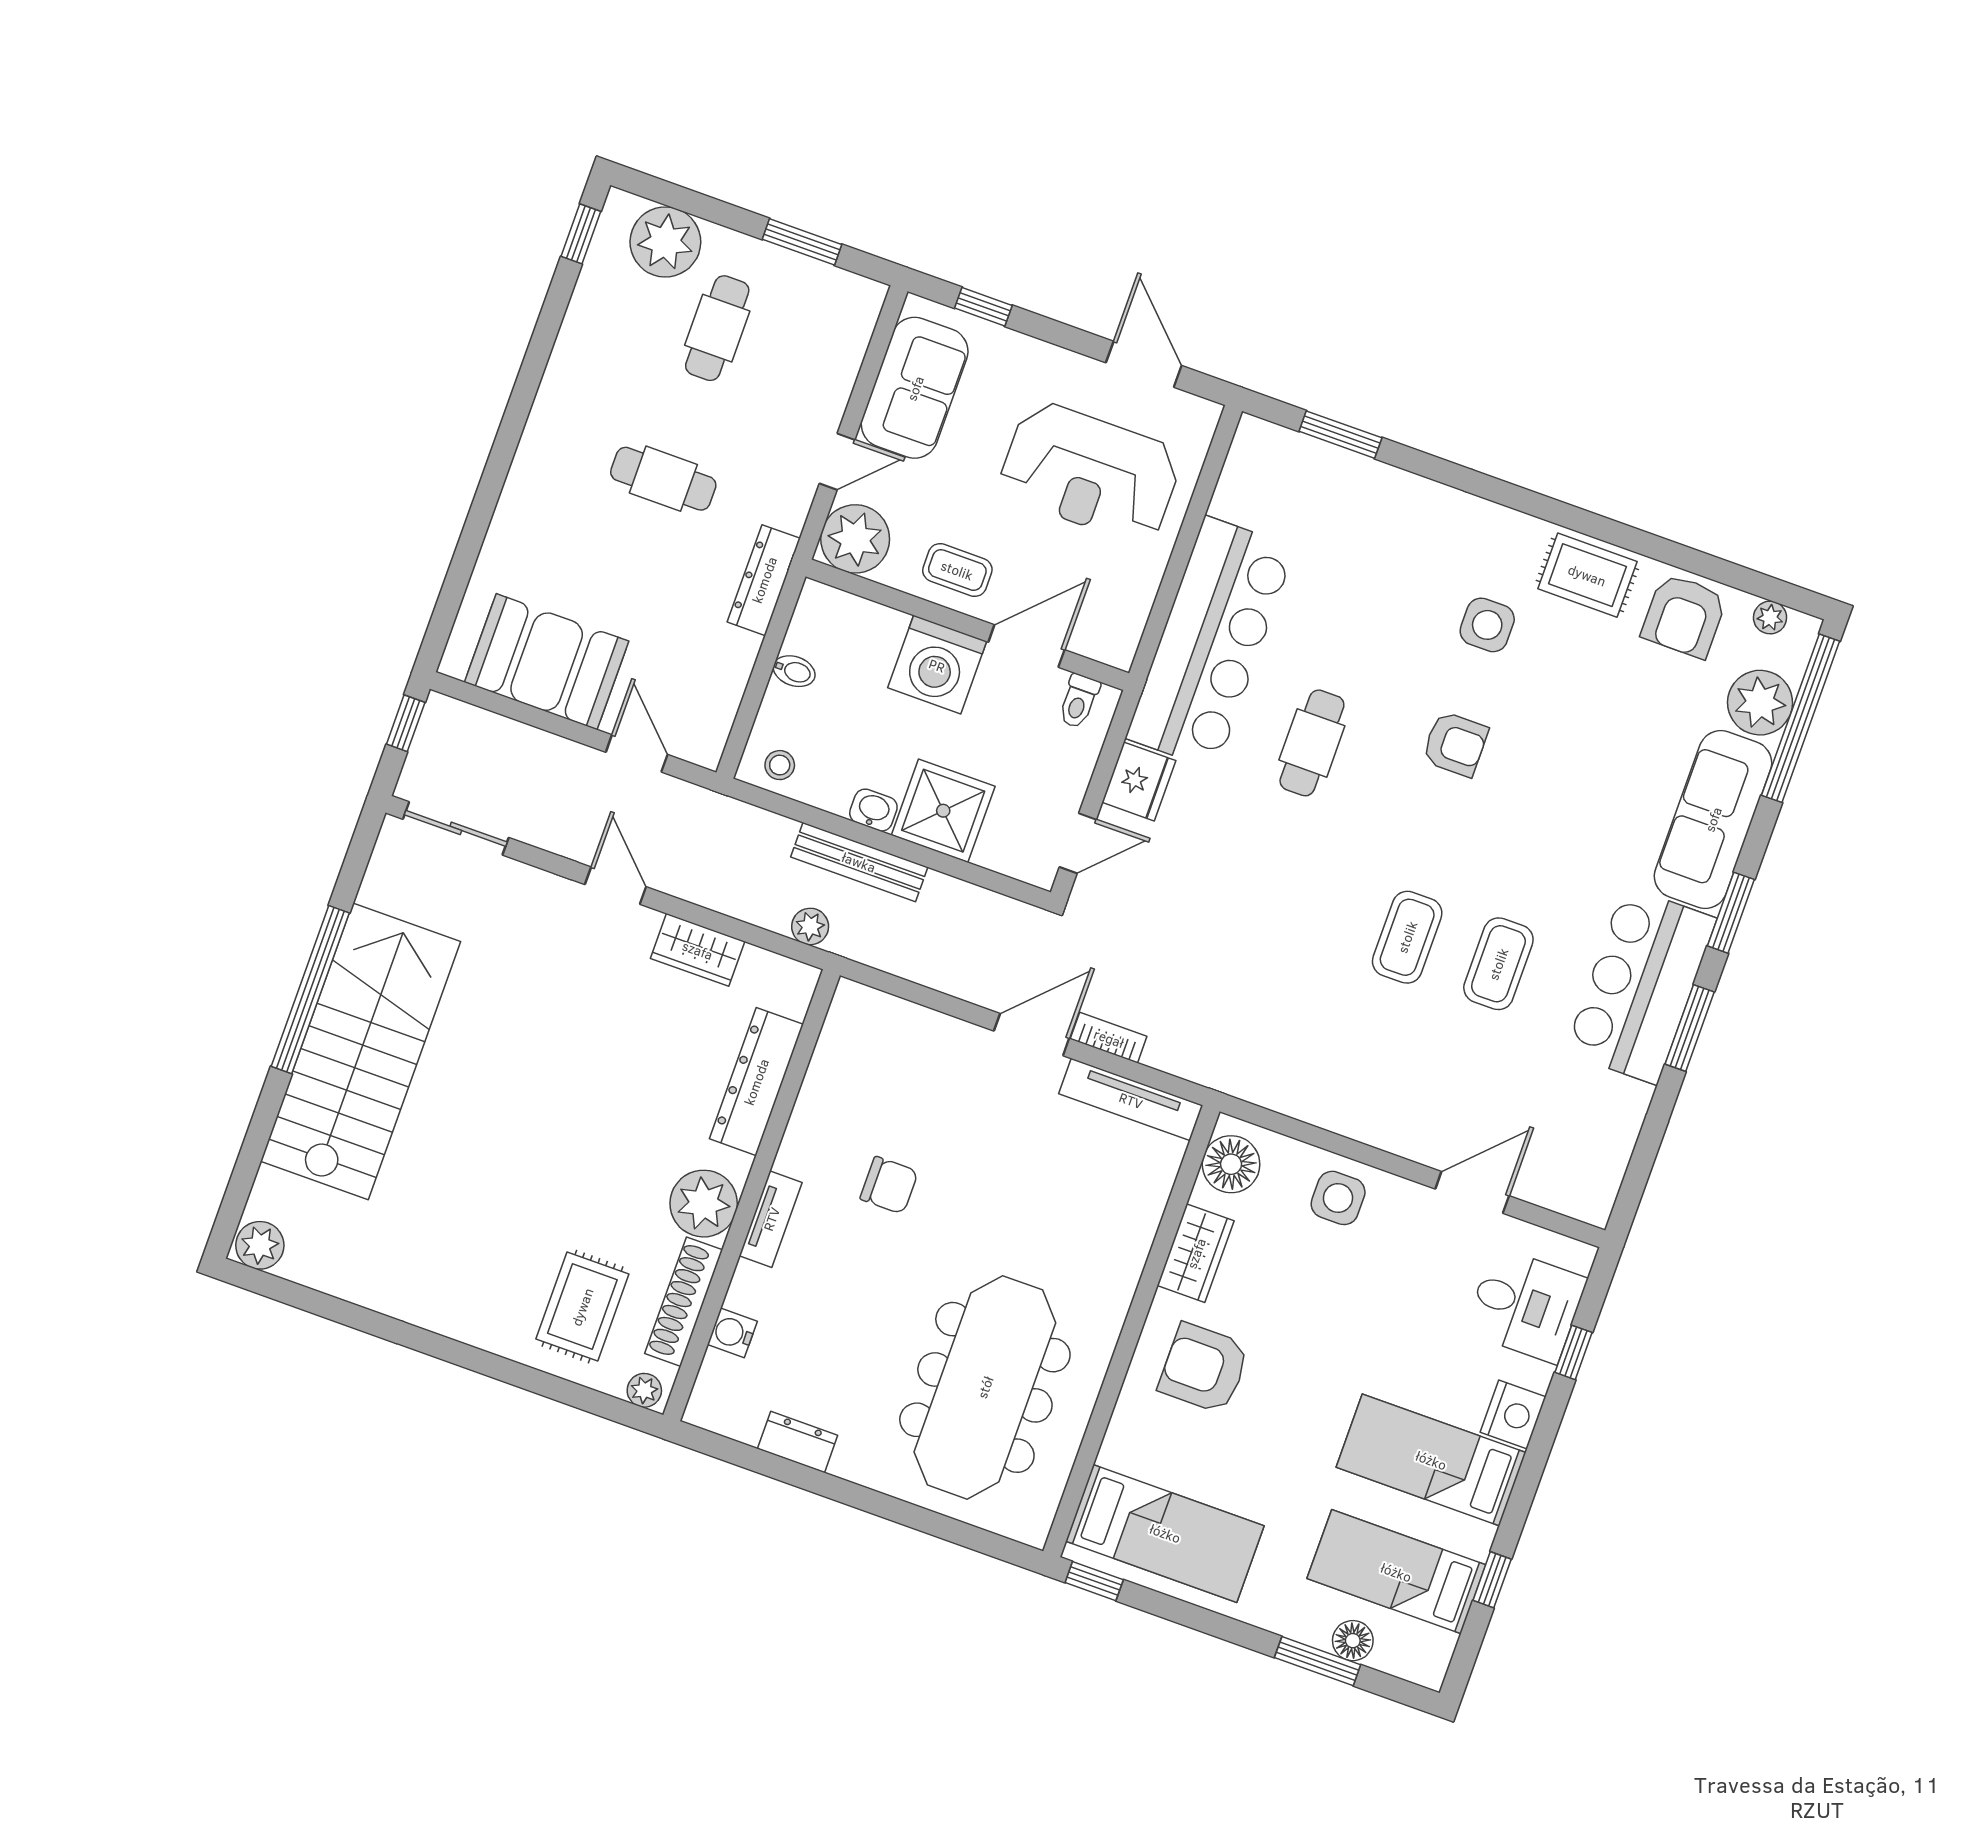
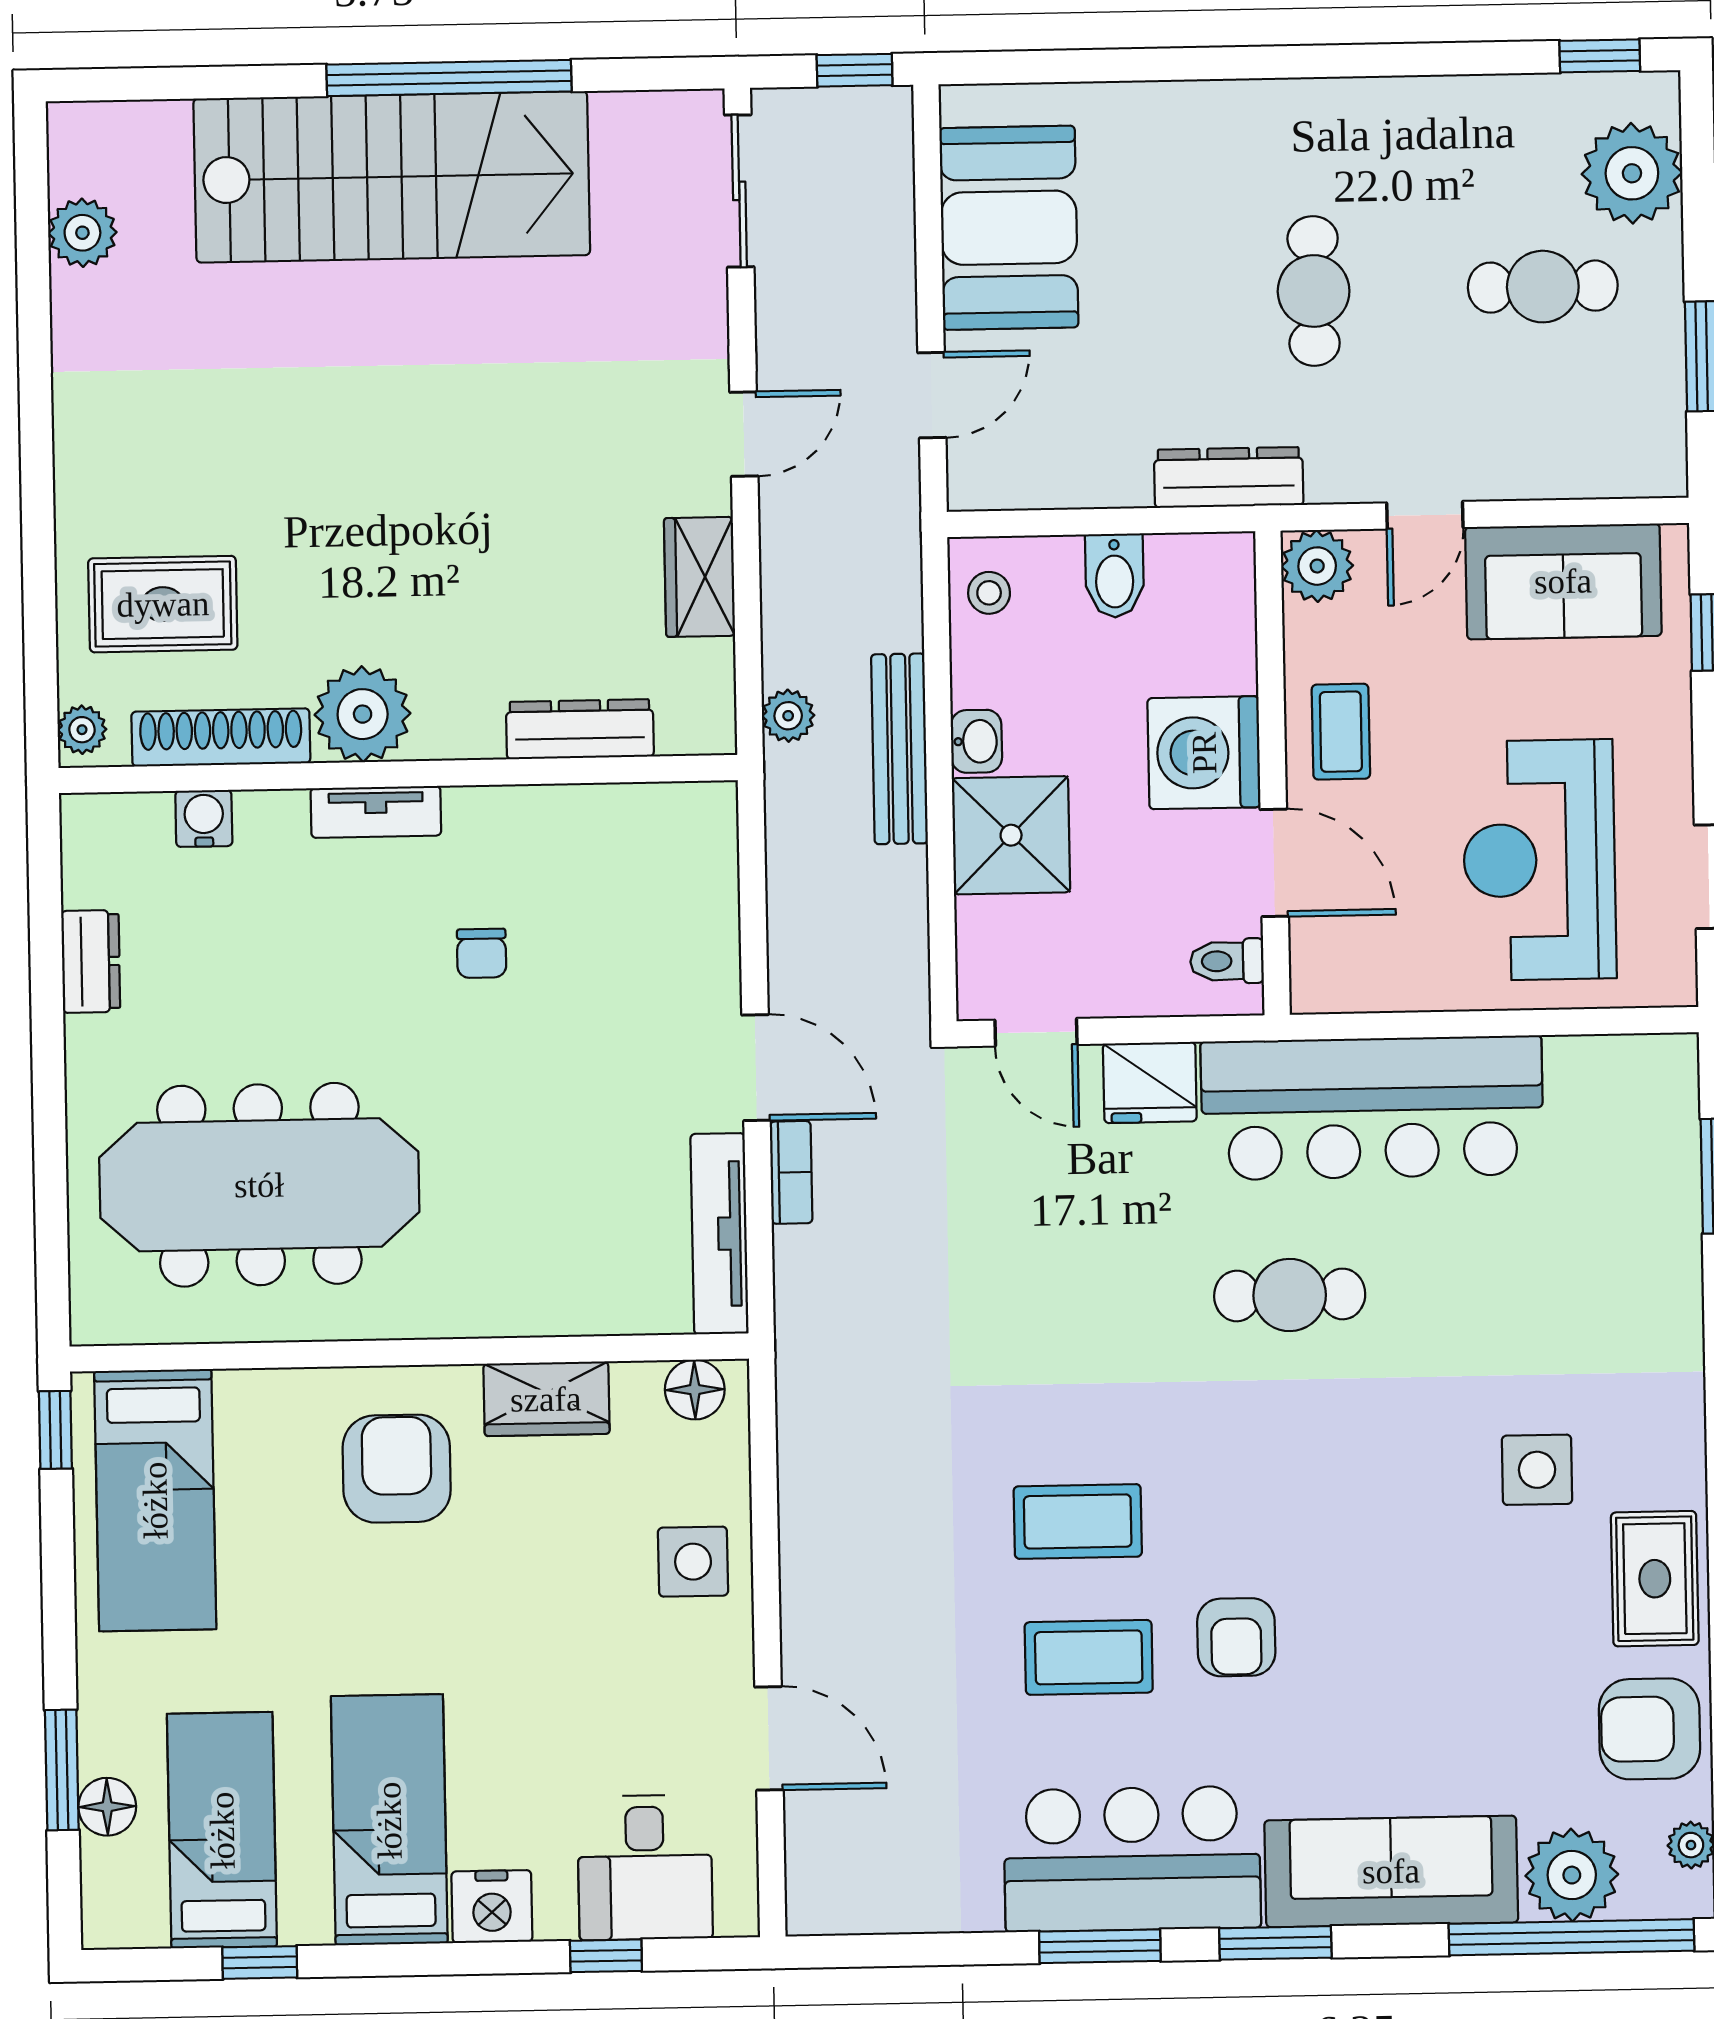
door: (837, 462) -> (1425, 515), hinge flipped
plant: (855, 539) -> (1317, 566), width x0.73, depth x0.73
bidet: (794, 671) -> (1115, 576), width x1.38, depth x1.36
armchair: (1455, 744) -> (1236, 1637), moved
dresser: (756, 1082) -> (580, 729), width x0.73, depth x0.80
floor lamp: (1231, 1164) -> (695, 1390), width x0.73, depth x0.73
chair: (889, 1185) -> (482, 953), width x0.73, depth x0.73
plant: (260, 1245) -> (82, 233), moved

